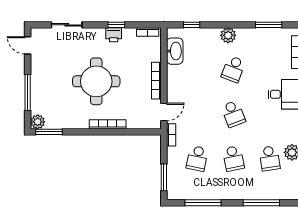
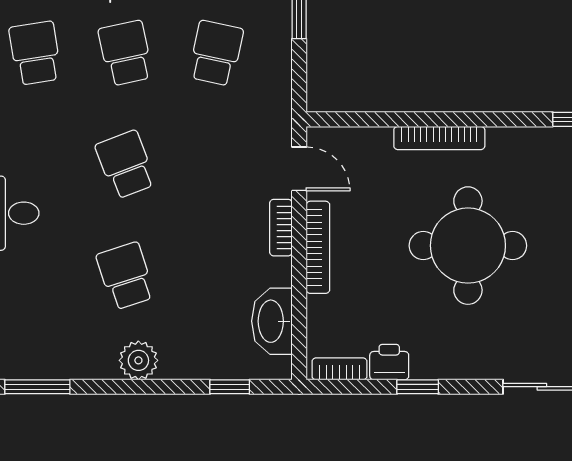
printer: (114, 35) -> (389, 362), moved
school desk: (233, 69) -> (126, 276), turned -39
door: (164, 112) -> (299, 169), swing flipped
bookcase: (171, 135) -> (281, 228), moved

